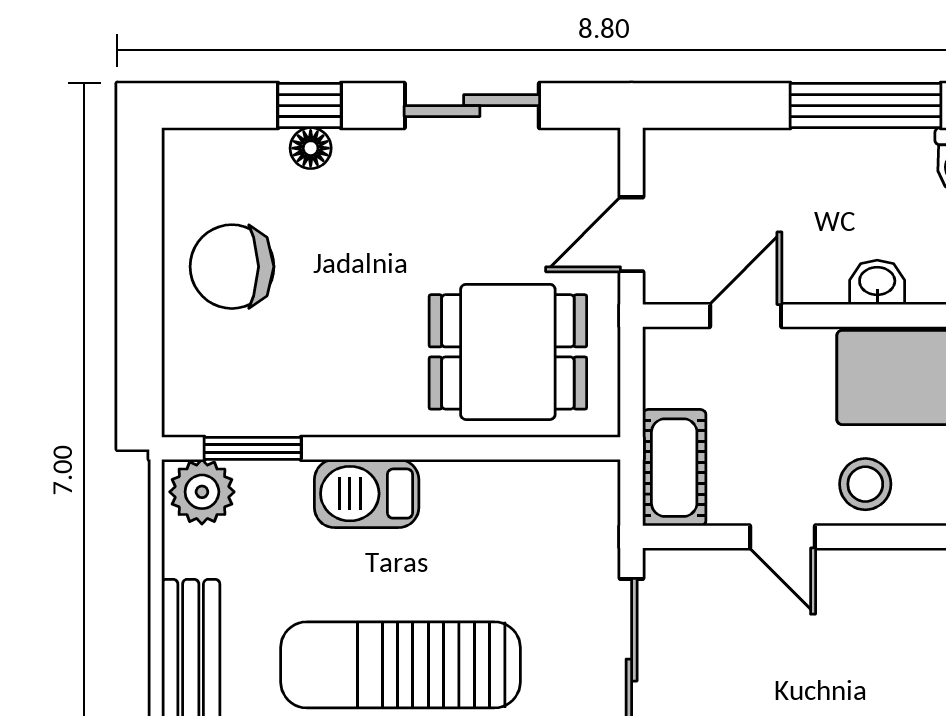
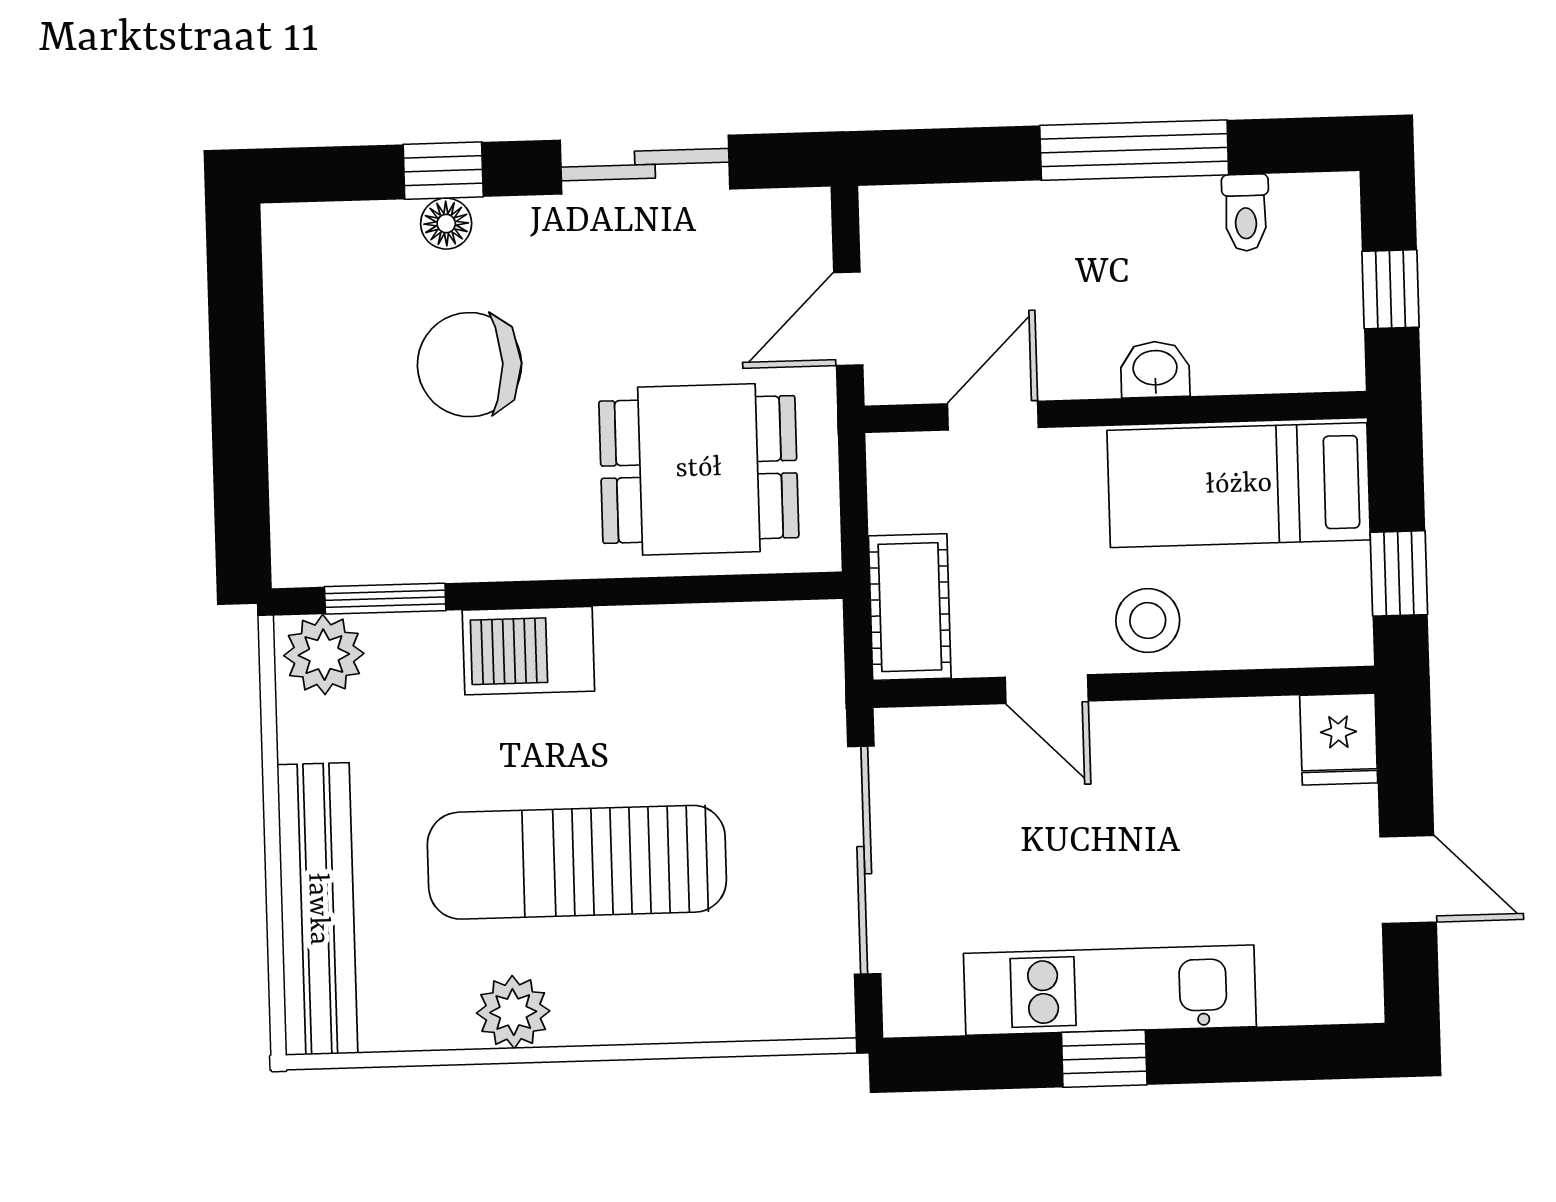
chair: (232, 267) -> (469, 365), moved

